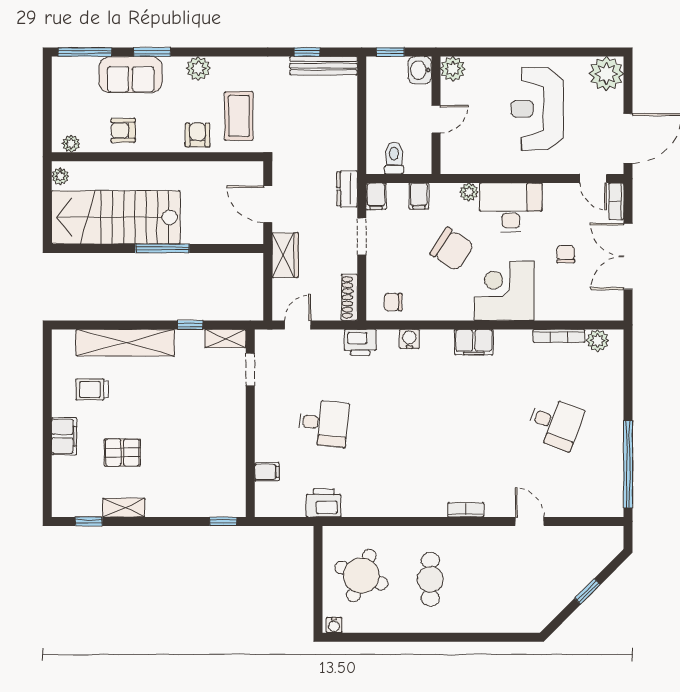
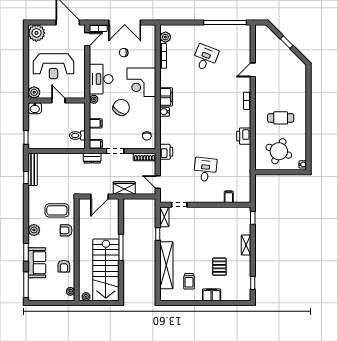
plant: (453, 69) -> (34, 92), moved
washbasin: (420, 70) -> (35, 108), moved
wall: (436, 115) -> (57, 100), moved
door: (436, 119) -> (58, 100), moved
water cooler: (409, 339) -> (165, 112), moved
printer: (324, 503) -> (244, 136), moved
shelving: (124, 508) -> (246, 245), moved

